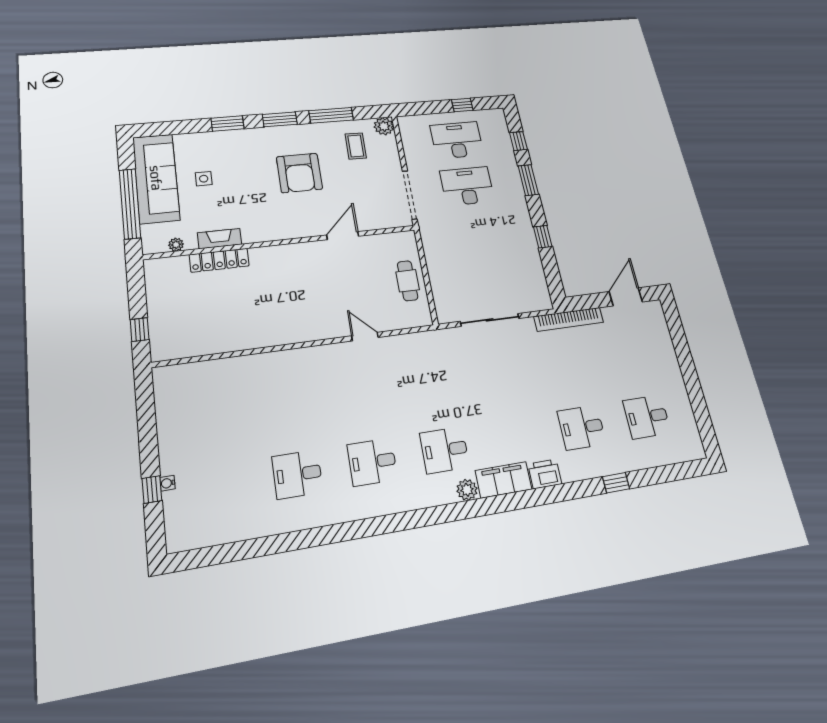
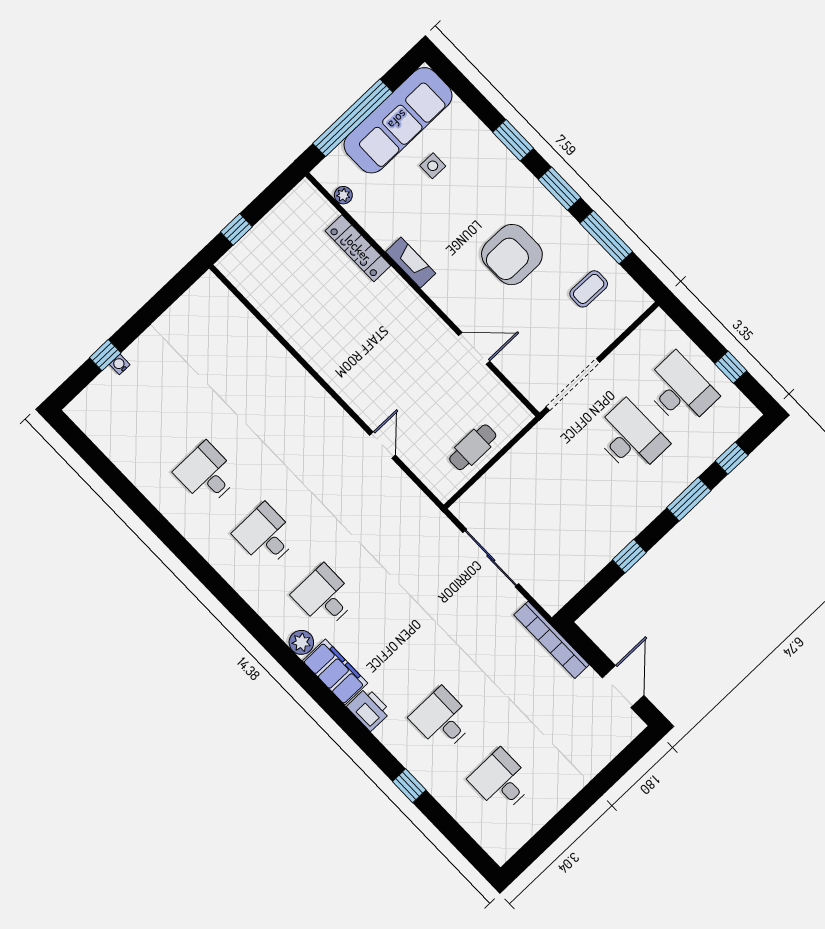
plant: (384, 126) -> (636, 301), removed
fireplace: (220, 239) -> (411, 263), moved
door: (626, 297) -> (623, 687), hinge flipped

